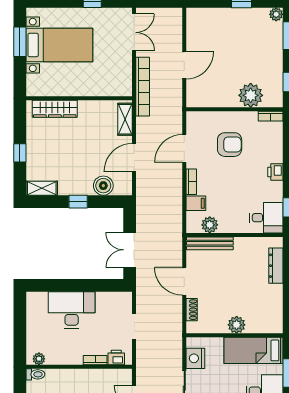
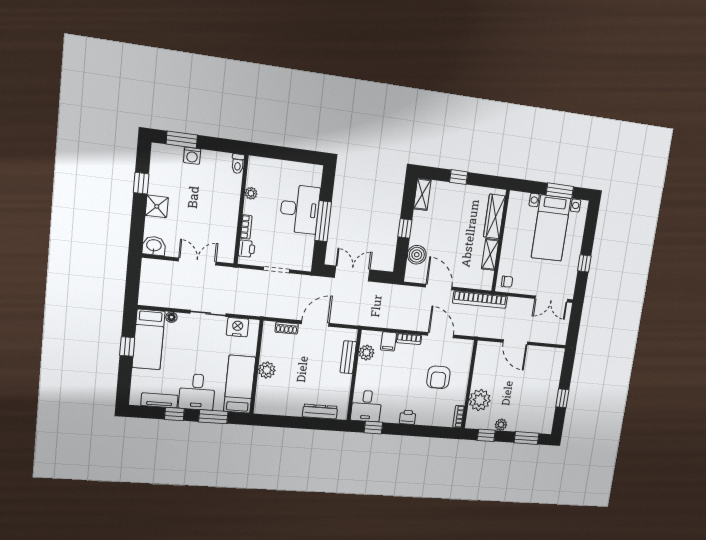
plant: (276, 14) -> (501, 425), moved
chair: (121, 85) -> (507, 282), added
bookcase: (143, 87) -> (480, 300), moved
shelving: (125, 119) -> (490, 254), moved, turned 90
bench: (210, 243) -> (348, 357), width x0.73
window: (81, 285) -> (323, 221), added
plant: (39, 359) -> (251, 193), moved

